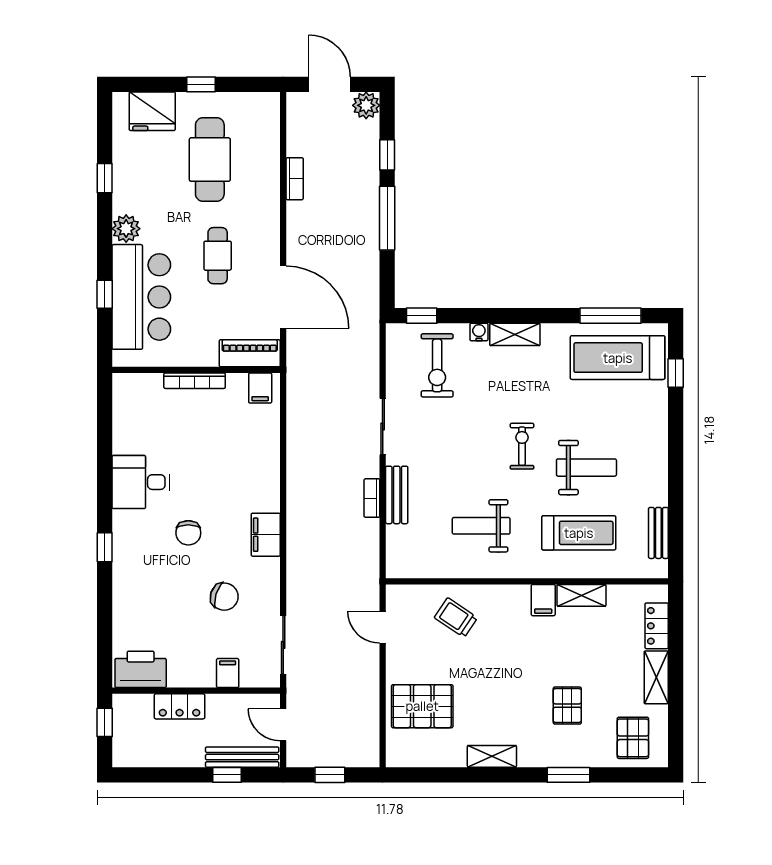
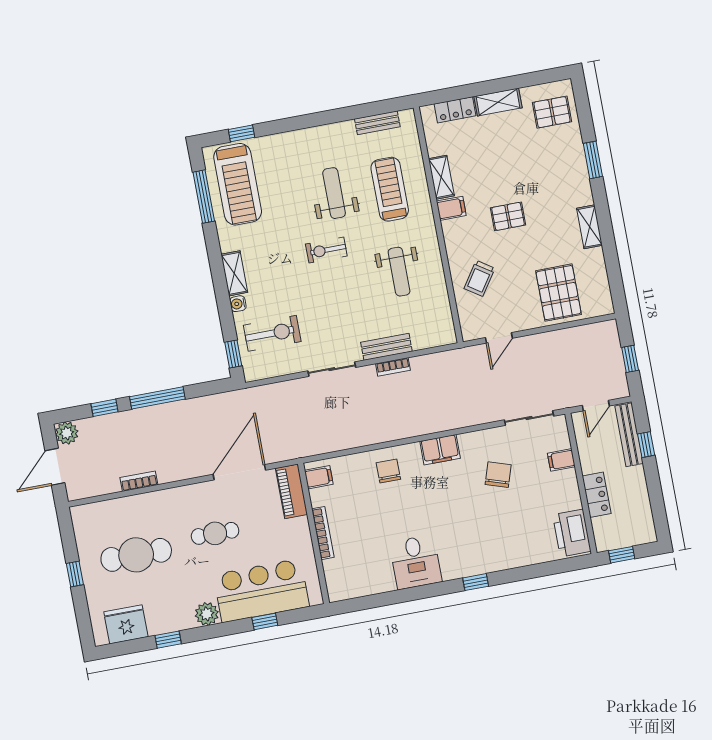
fridge: (152, 111) -> (126, 624), moved, turned -90
chair: (188, 533) -> (388, 471), moved, turned -90
pallet: (567, 706) -> (508, 216), moved

